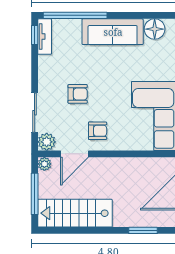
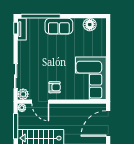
sofa: (113, 32) -> (59, 26), width x0.73
armchair: (78, 94) -> (42, 65), removed
door: (74, 154) -> (40, 102), hinge flipped

